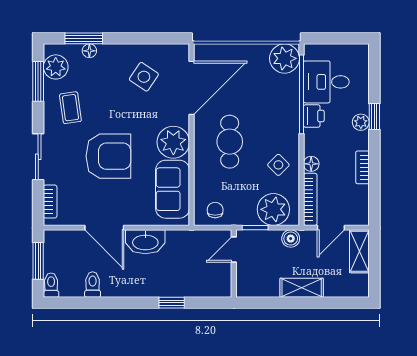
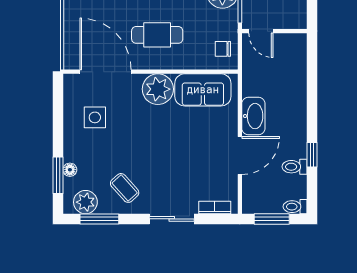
side table: (144, 77) -> (95, 117), turned -34
coffee table: (70, 108) -> (125, 188), turned 56
armchair: (108, 156) -> (171, 151), removed
window: (172, 303) -> (312, 155), moved

